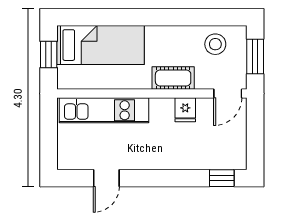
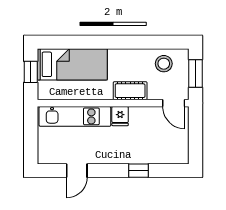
door: (228, 94) -> (174, 103), hinge flipped
fridge: (185, 110) -> (120, 116), moved
window: (222, 178) -> (139, 171), moved

